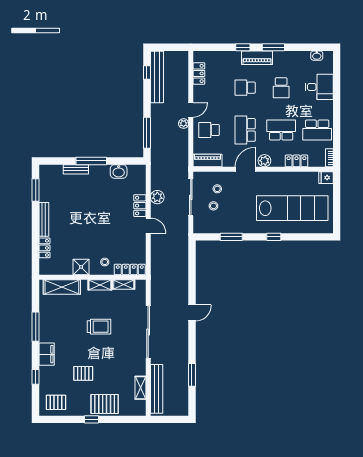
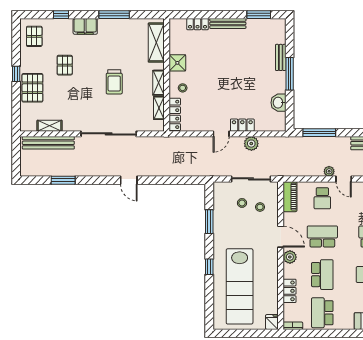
school desk: (209, 130) -> (322, 198), turned 180

